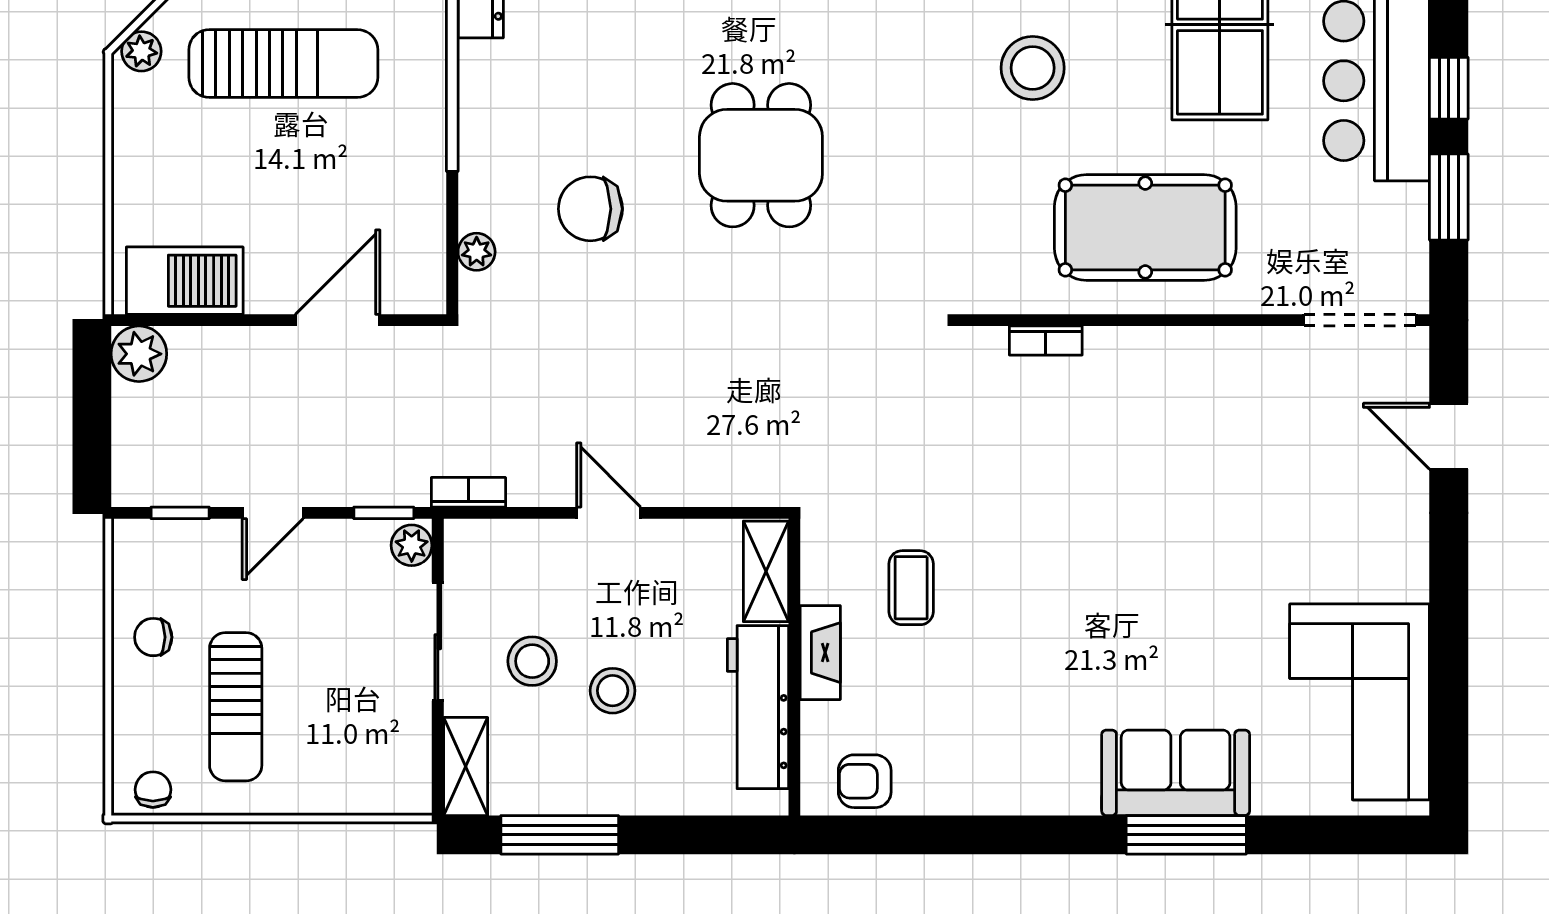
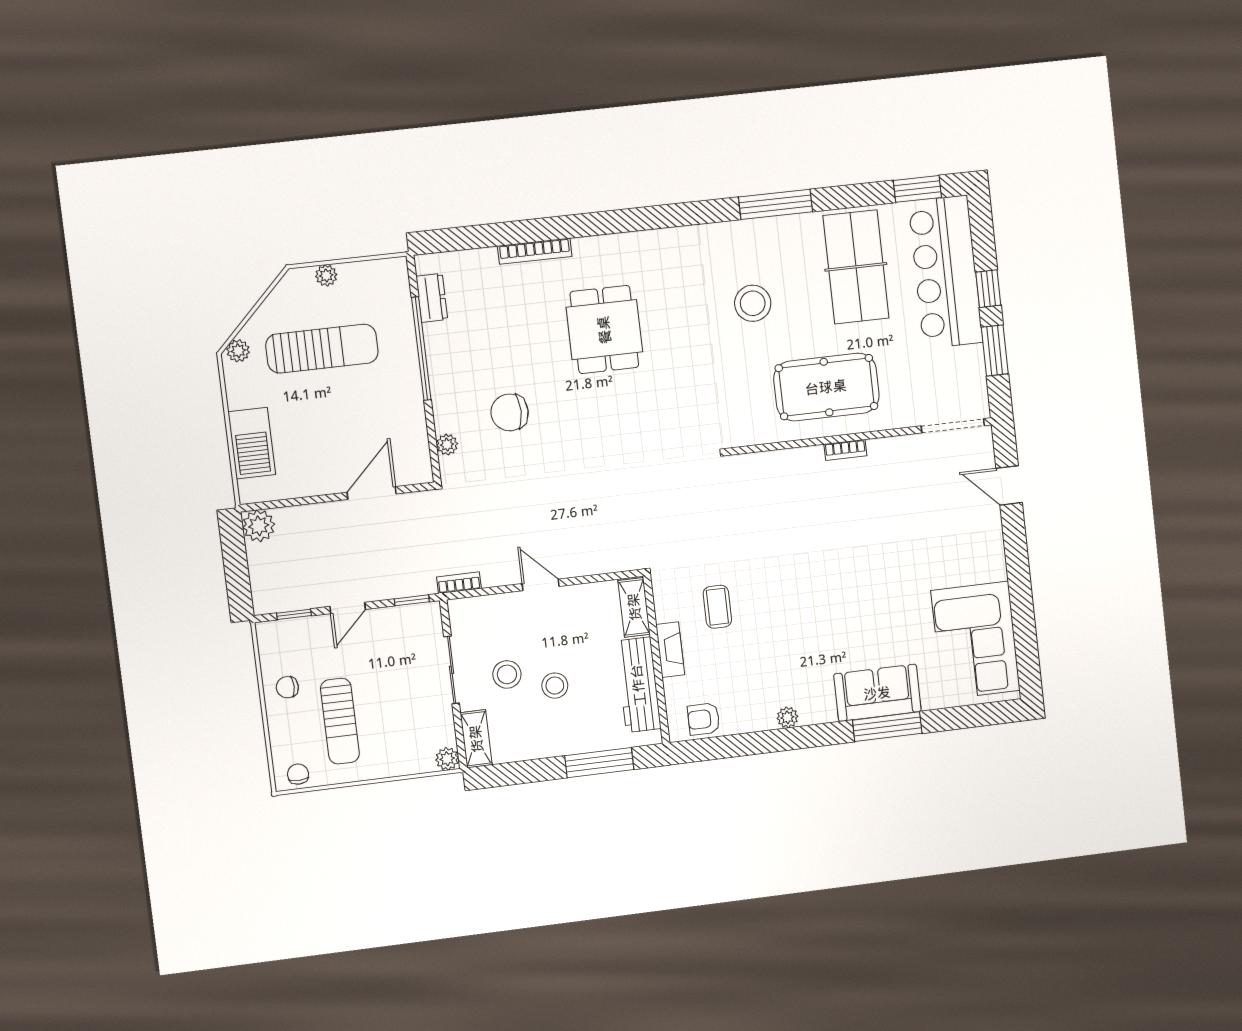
dining table: (761, 155) -> (604, 330), moved
barbecue: (185, 281) -> (252, 443), moved, turned 90
bookcase: (1046, 340) -> (845, 450), moved
plant: (412, 545) -> (447, 759), moved
plant: (1012, 797) -> (787, 717), added
window: (560, 835) -> (599, 763), moved

